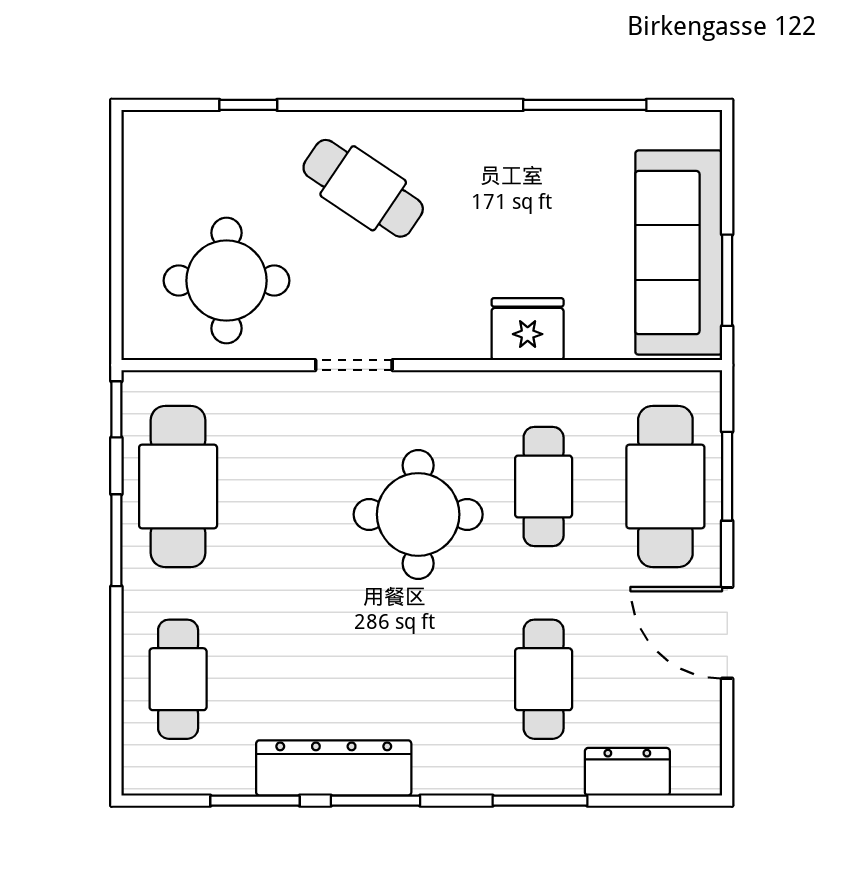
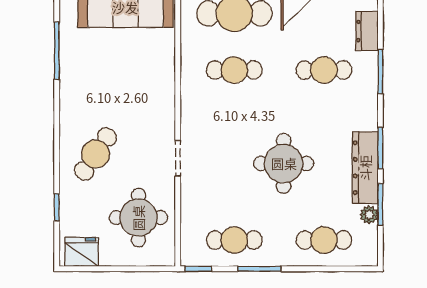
fridge: (528, 329) -> (82, 252), moved, turned 90
cafe table: (178, 486) -> (234, 240), width x0.73, depth x0.74
round table: (418, 514) -> (284, 163), moved
plant: (233, 776) -> (369, 215), added

